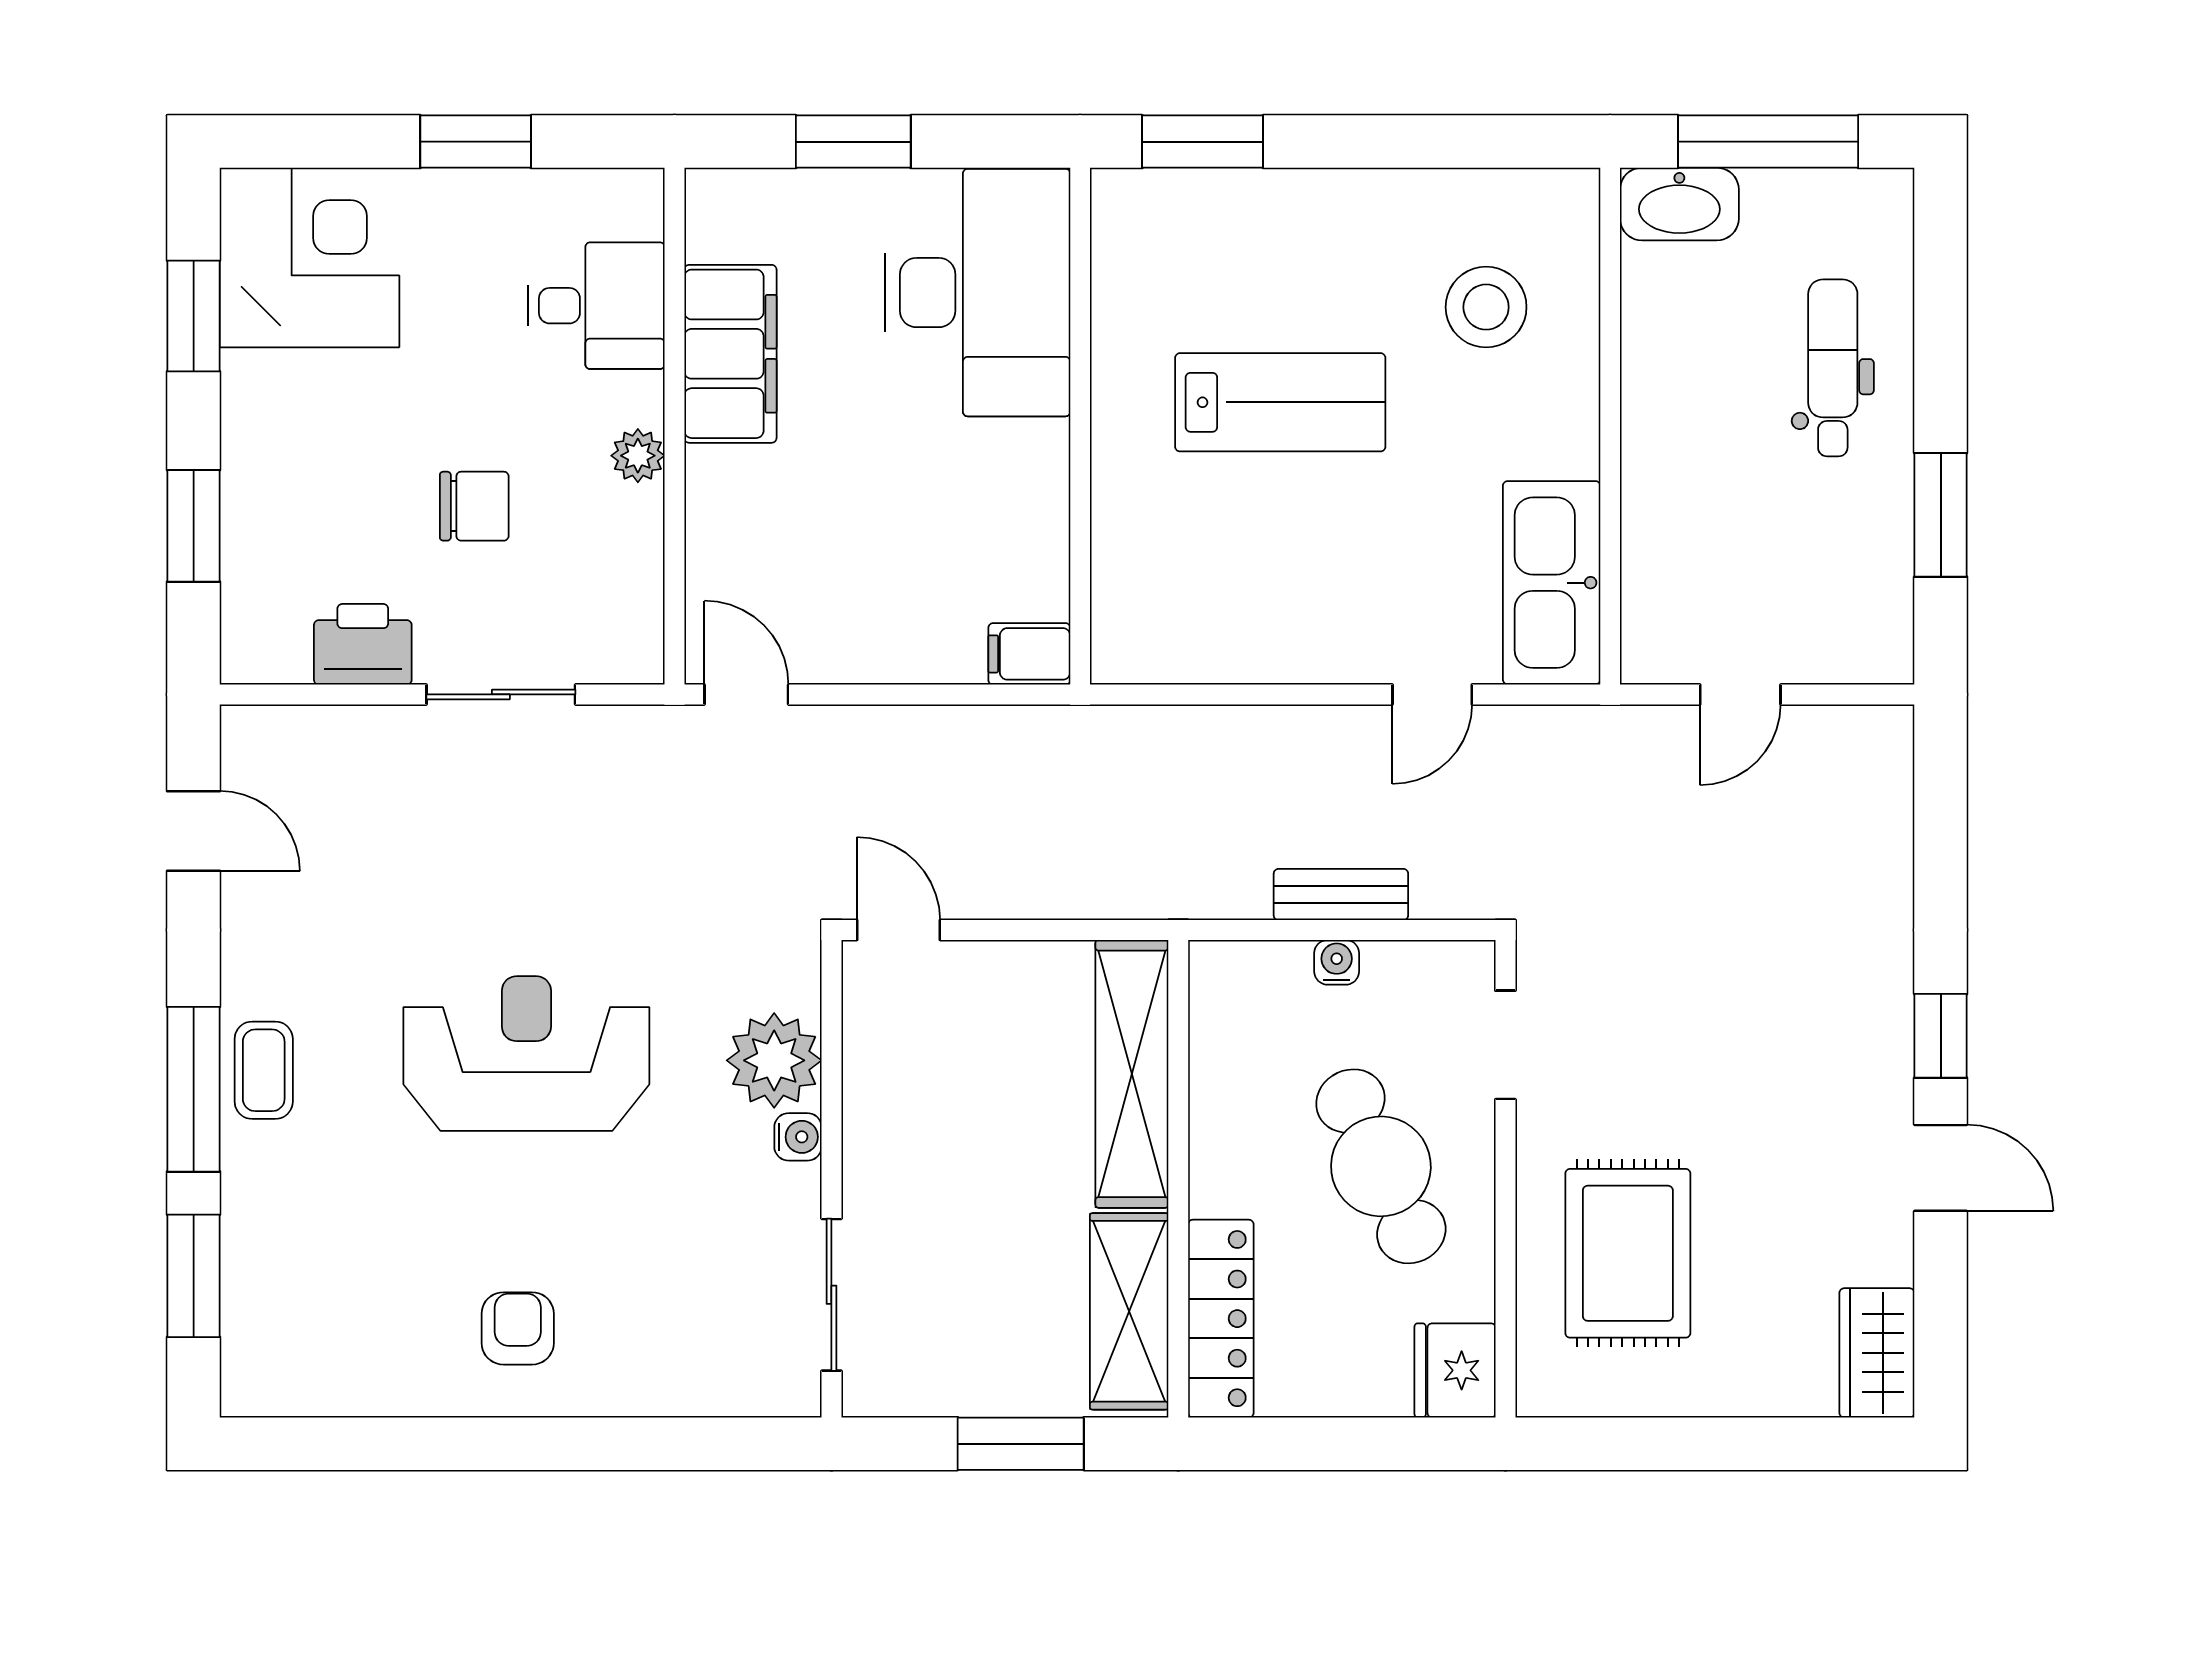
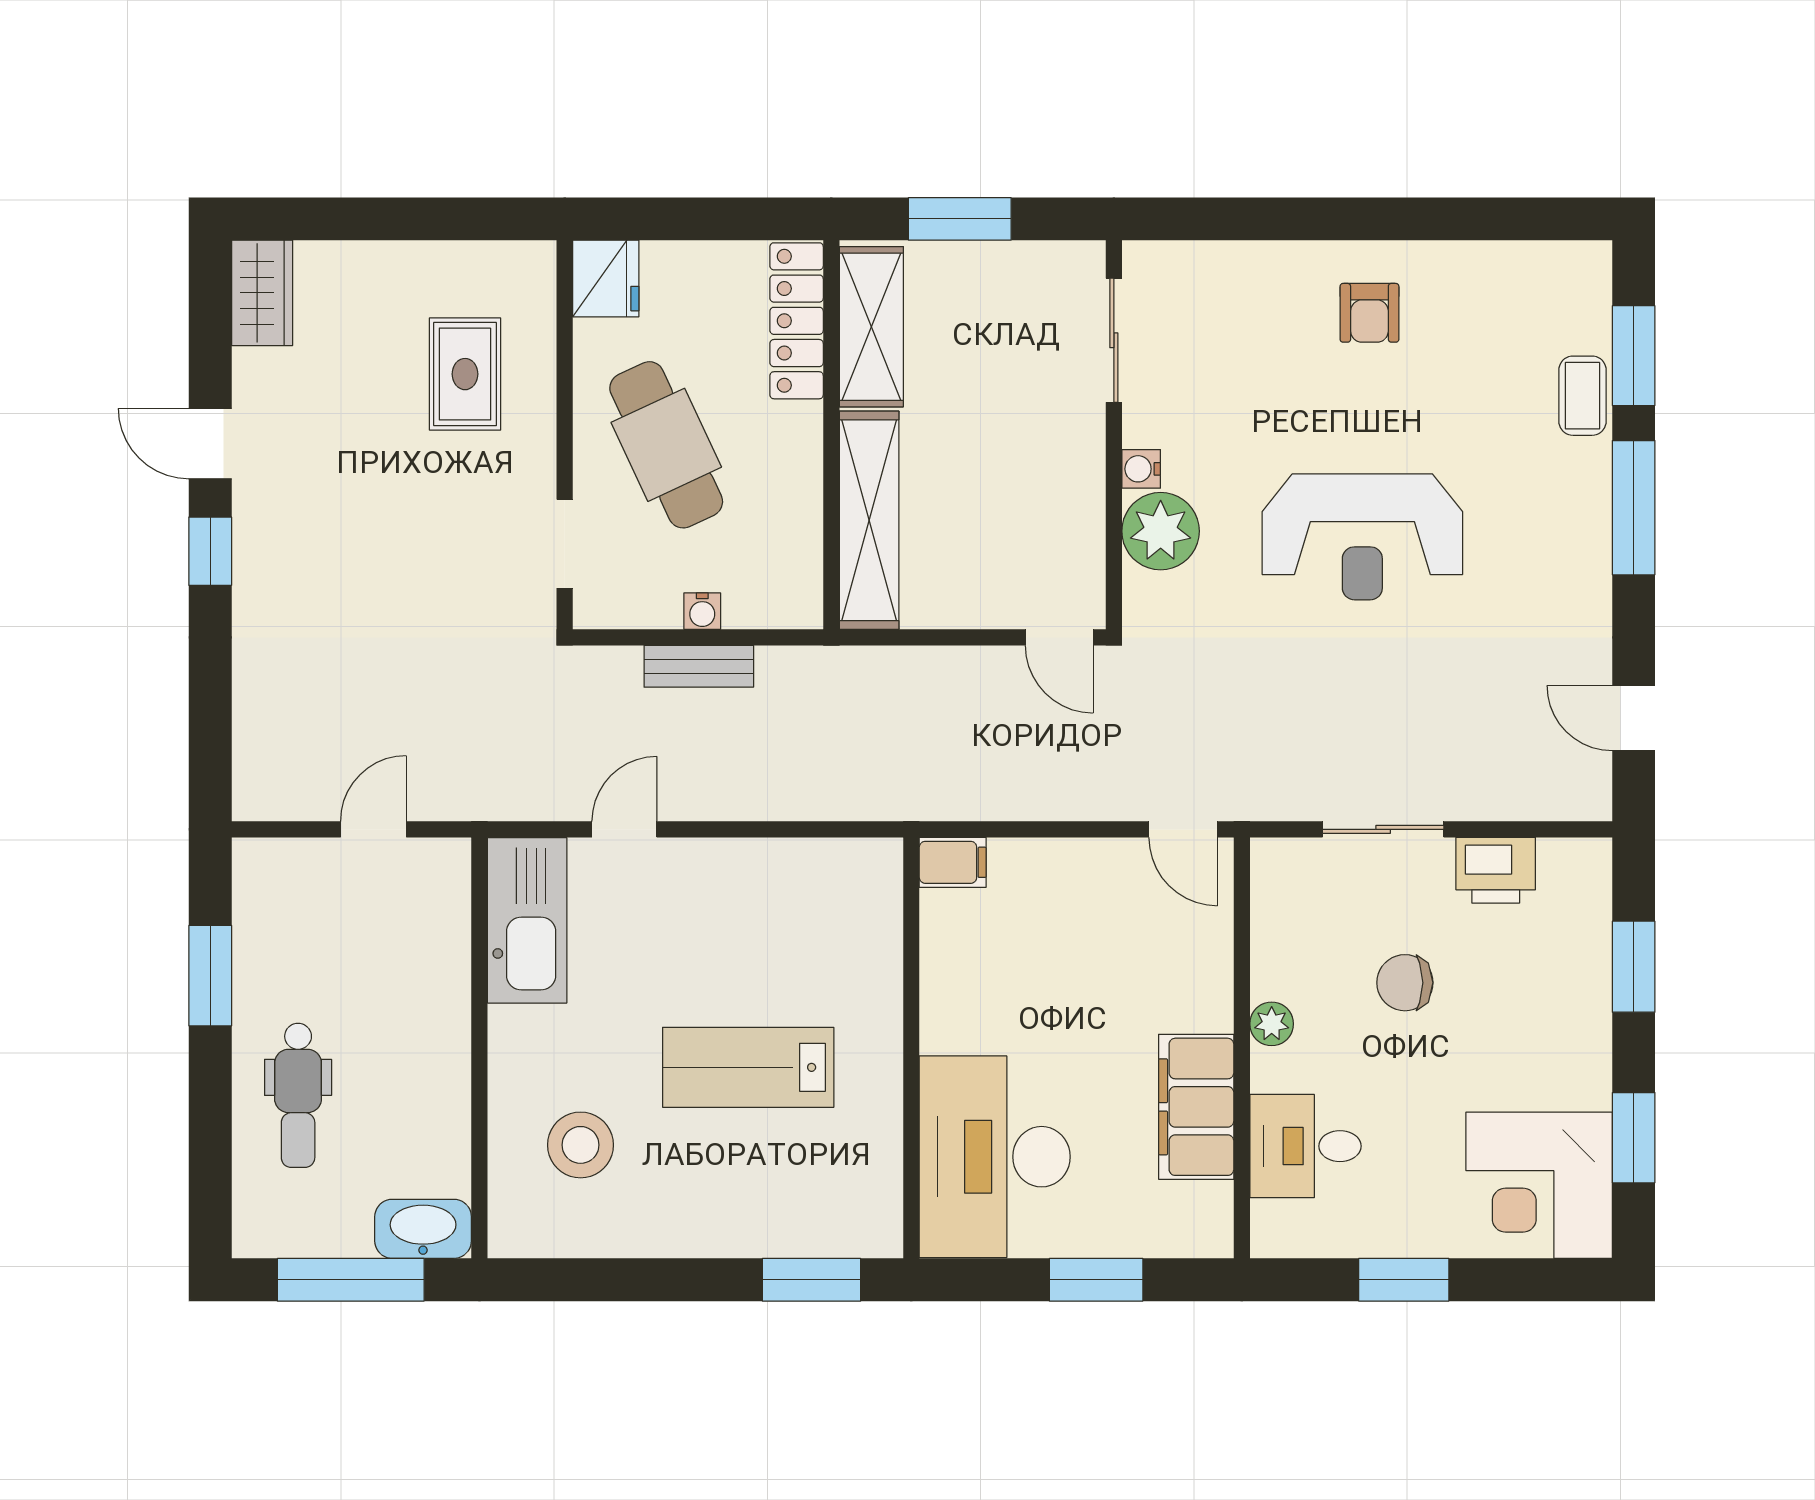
coffee table: (264, 1070) -> (1583, 396), moved
rug: (1628, 1253) -> (465, 374), width x0.73, depth x0.70

